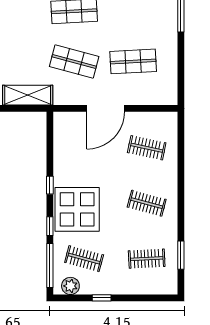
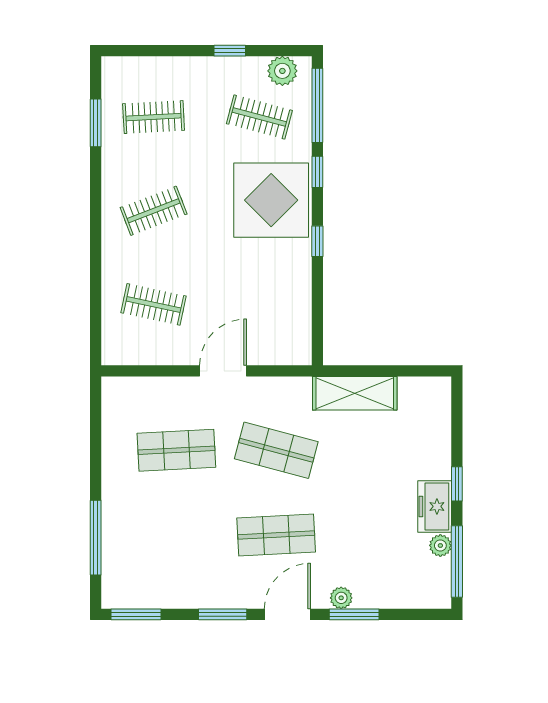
door: (106, 108) -> (223, 371), width x0.73
clothes rail: (147, 203) -> (154, 211), turned -36

